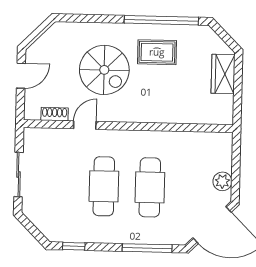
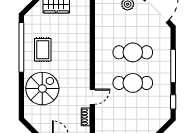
spiral stairs: (104, 70) -> (42, 89), moved
door: (85, 125) -> (92, 97), swing flipped
window: (147, 248) -> (173, 66), moved

